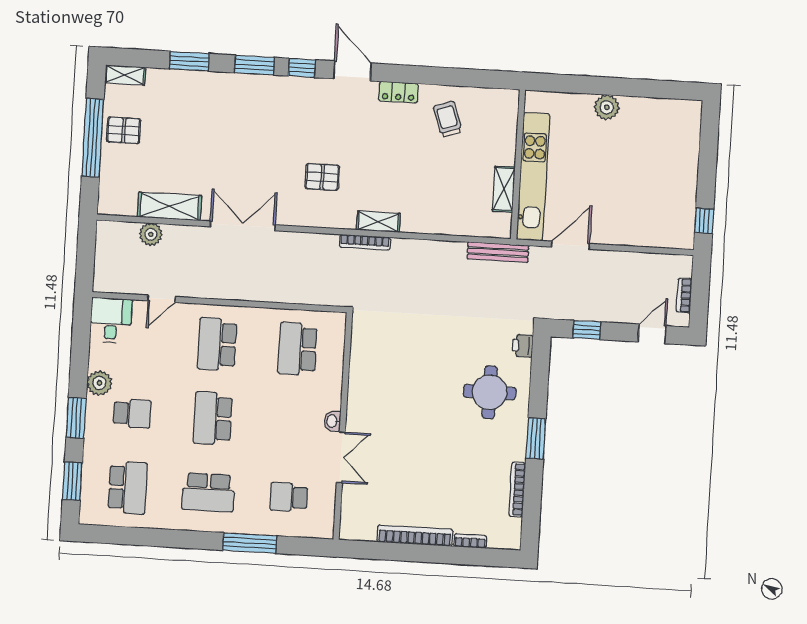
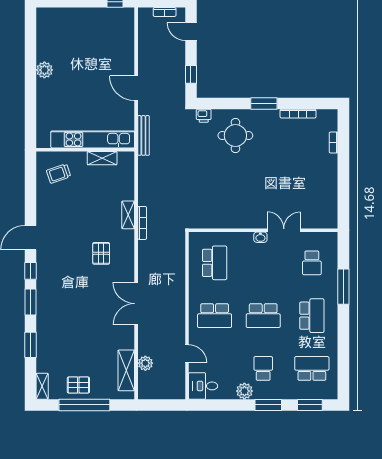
locker: (398, 92) -> (43, 207), removed
pallet: (124, 130) -> (78, 385), turned 90
wall: (518, 164) -> (85, 150), moved
kitchen unit: (533, 177) -> (93, 139), moved
shelving: (504, 189) -> (102, 158), moved
shelving: (170, 206) -> (126, 370), moved
school desk: (298, 349) -> (215, 263), turned -90
bookcase: (415, 536) -> (332, 179), removed

